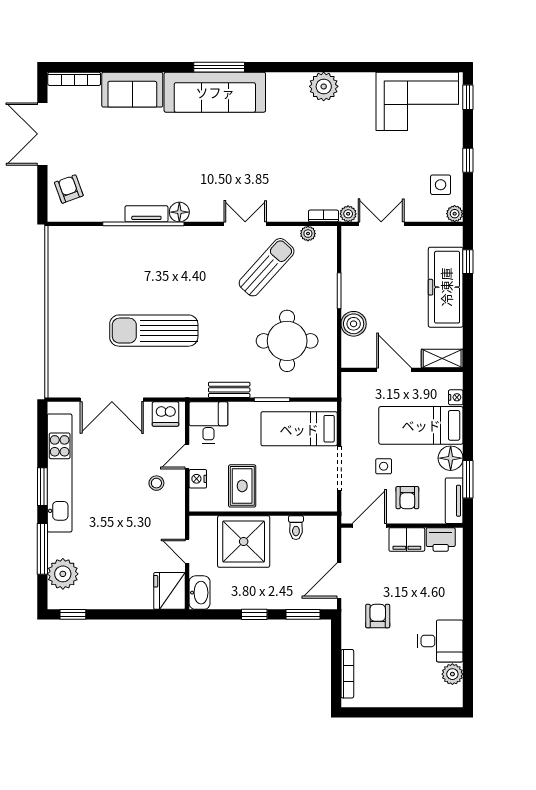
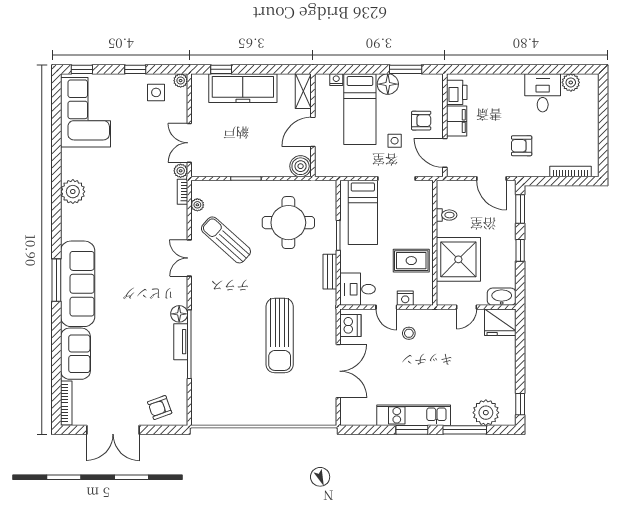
boiler: (354, 324) -> (301, 166), moved
kitchen unit: (60, 473) -> (414, 415), width x0.73
tv unit: (454, 501) -> (424, 81), removed

